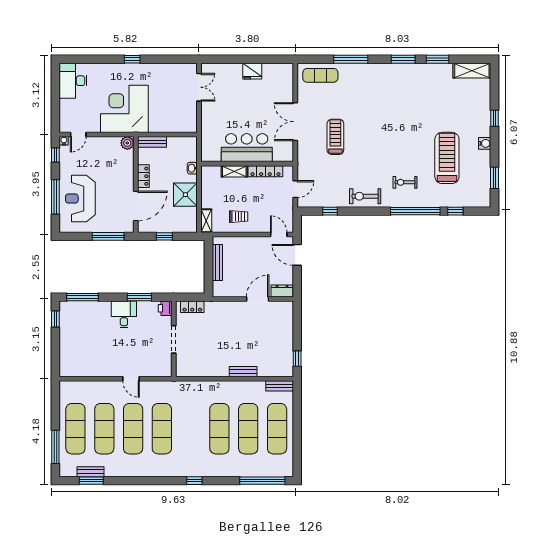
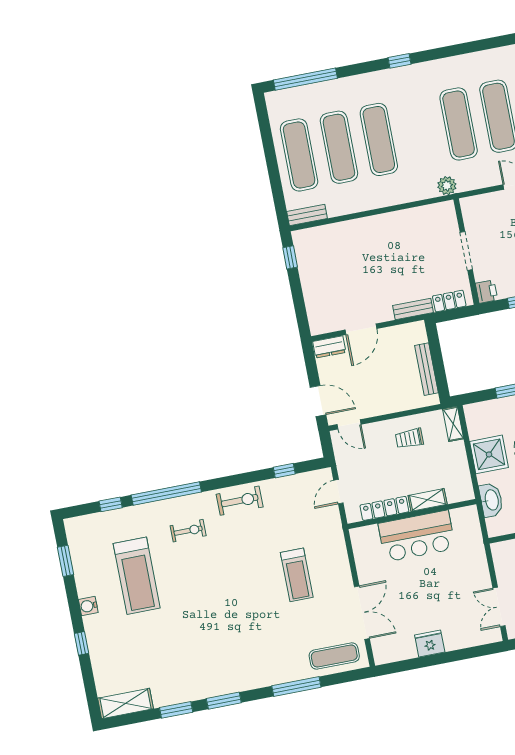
double door: (295, 122) -> (362, 613), moved
washbasin: (192, 168) -> (491, 500), width x1.91, depth x1.45
bench: (243, 372) -> (413, 309), moved
plant: (178, 387) -> (447, 186), added

